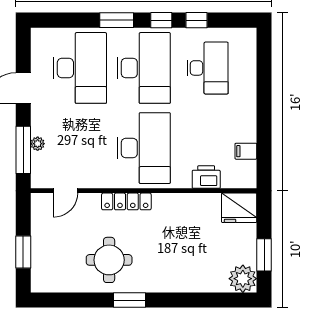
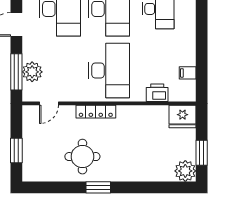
plant: (38, 144) -> (32, 72), width x1.88, depth x1.88

